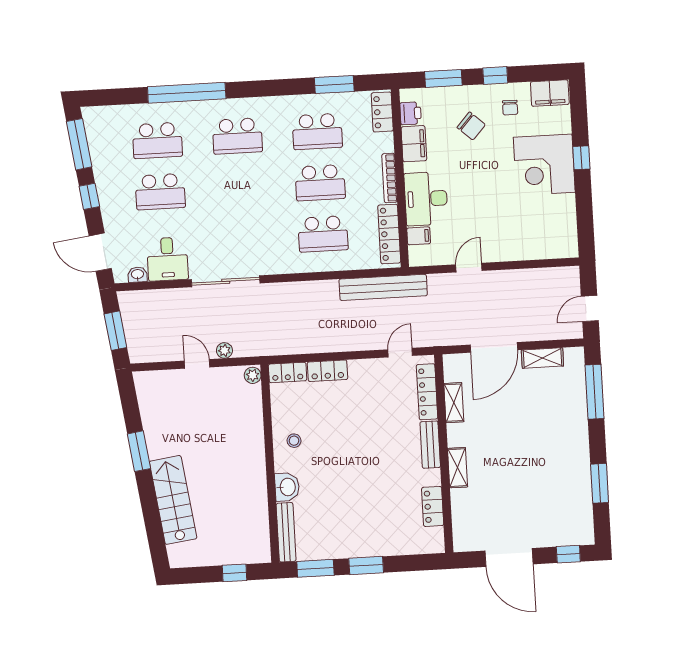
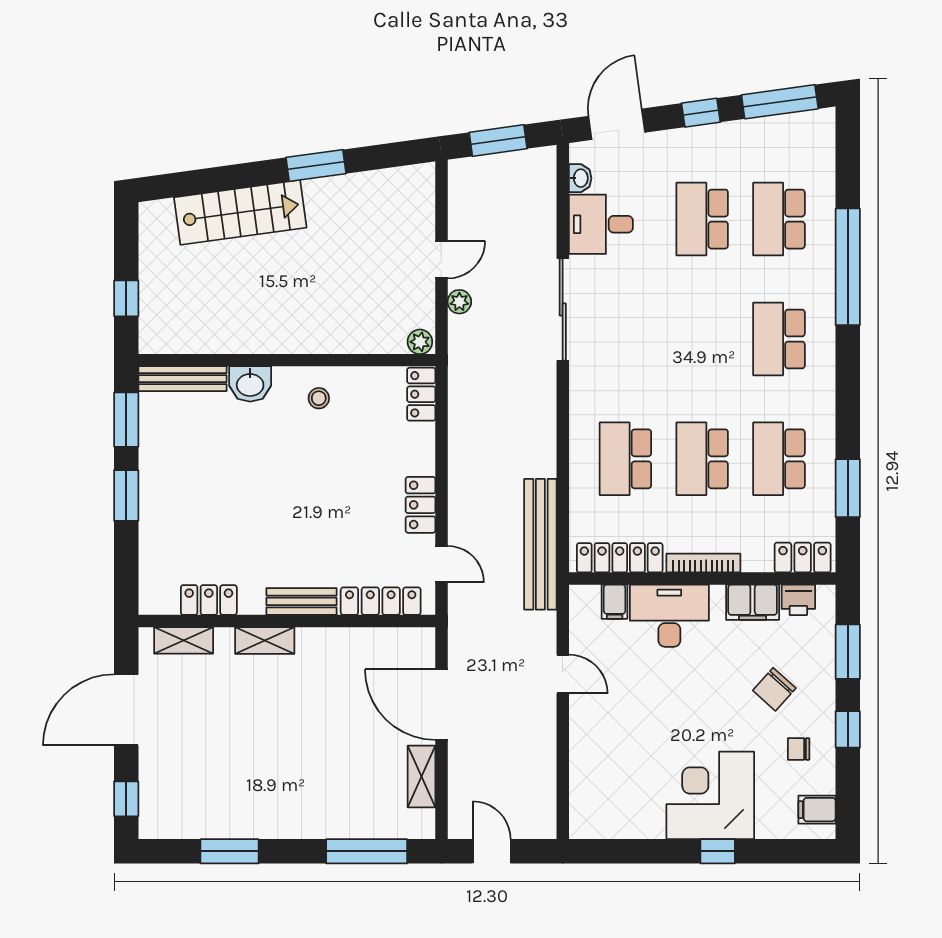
filing cabinet: (550, 93) -> (817, 810), width x0.50
locker: (328, 371) -> (421, 505), moved
shelving: (454, 403) -> (184, 640), moved

